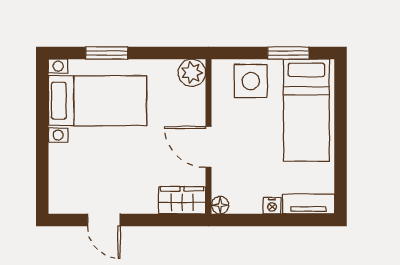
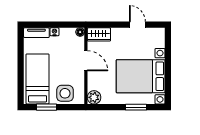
bed with nightstands: (97, 101) -> (141, 76), width x1.36

